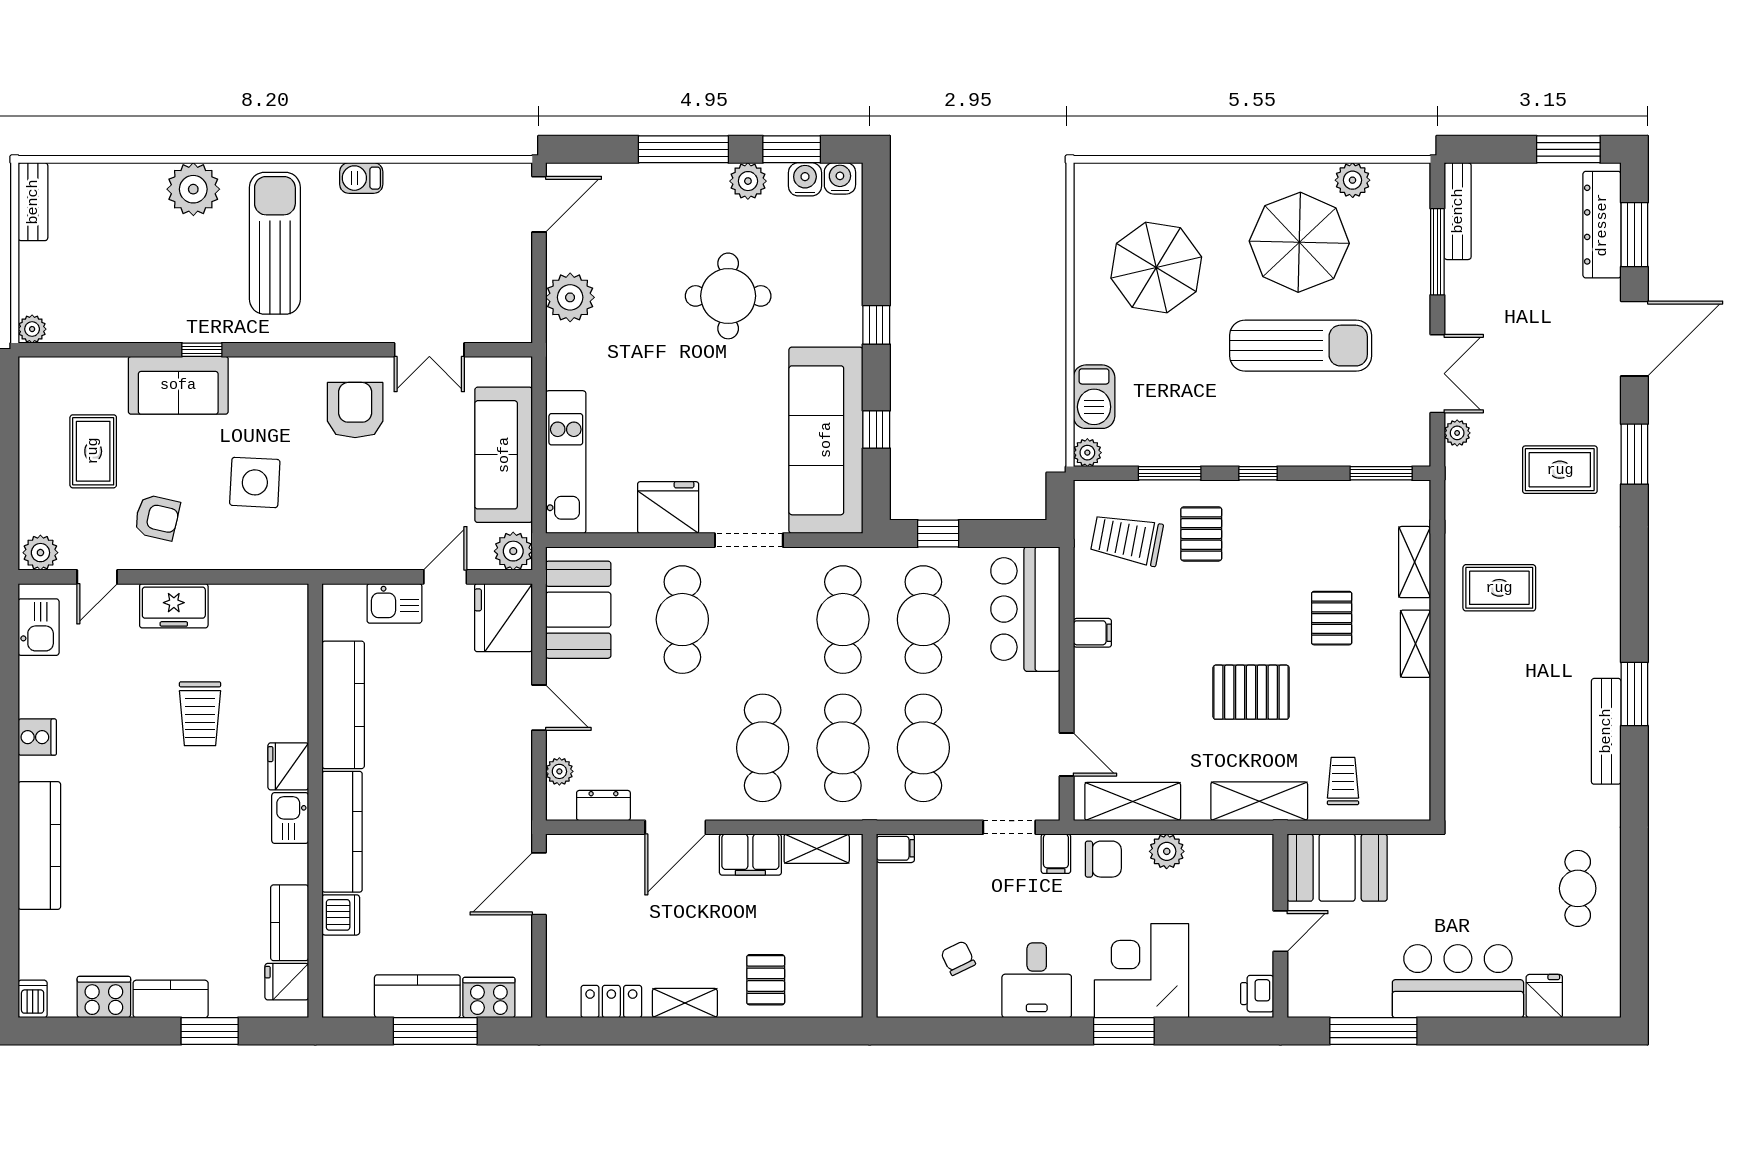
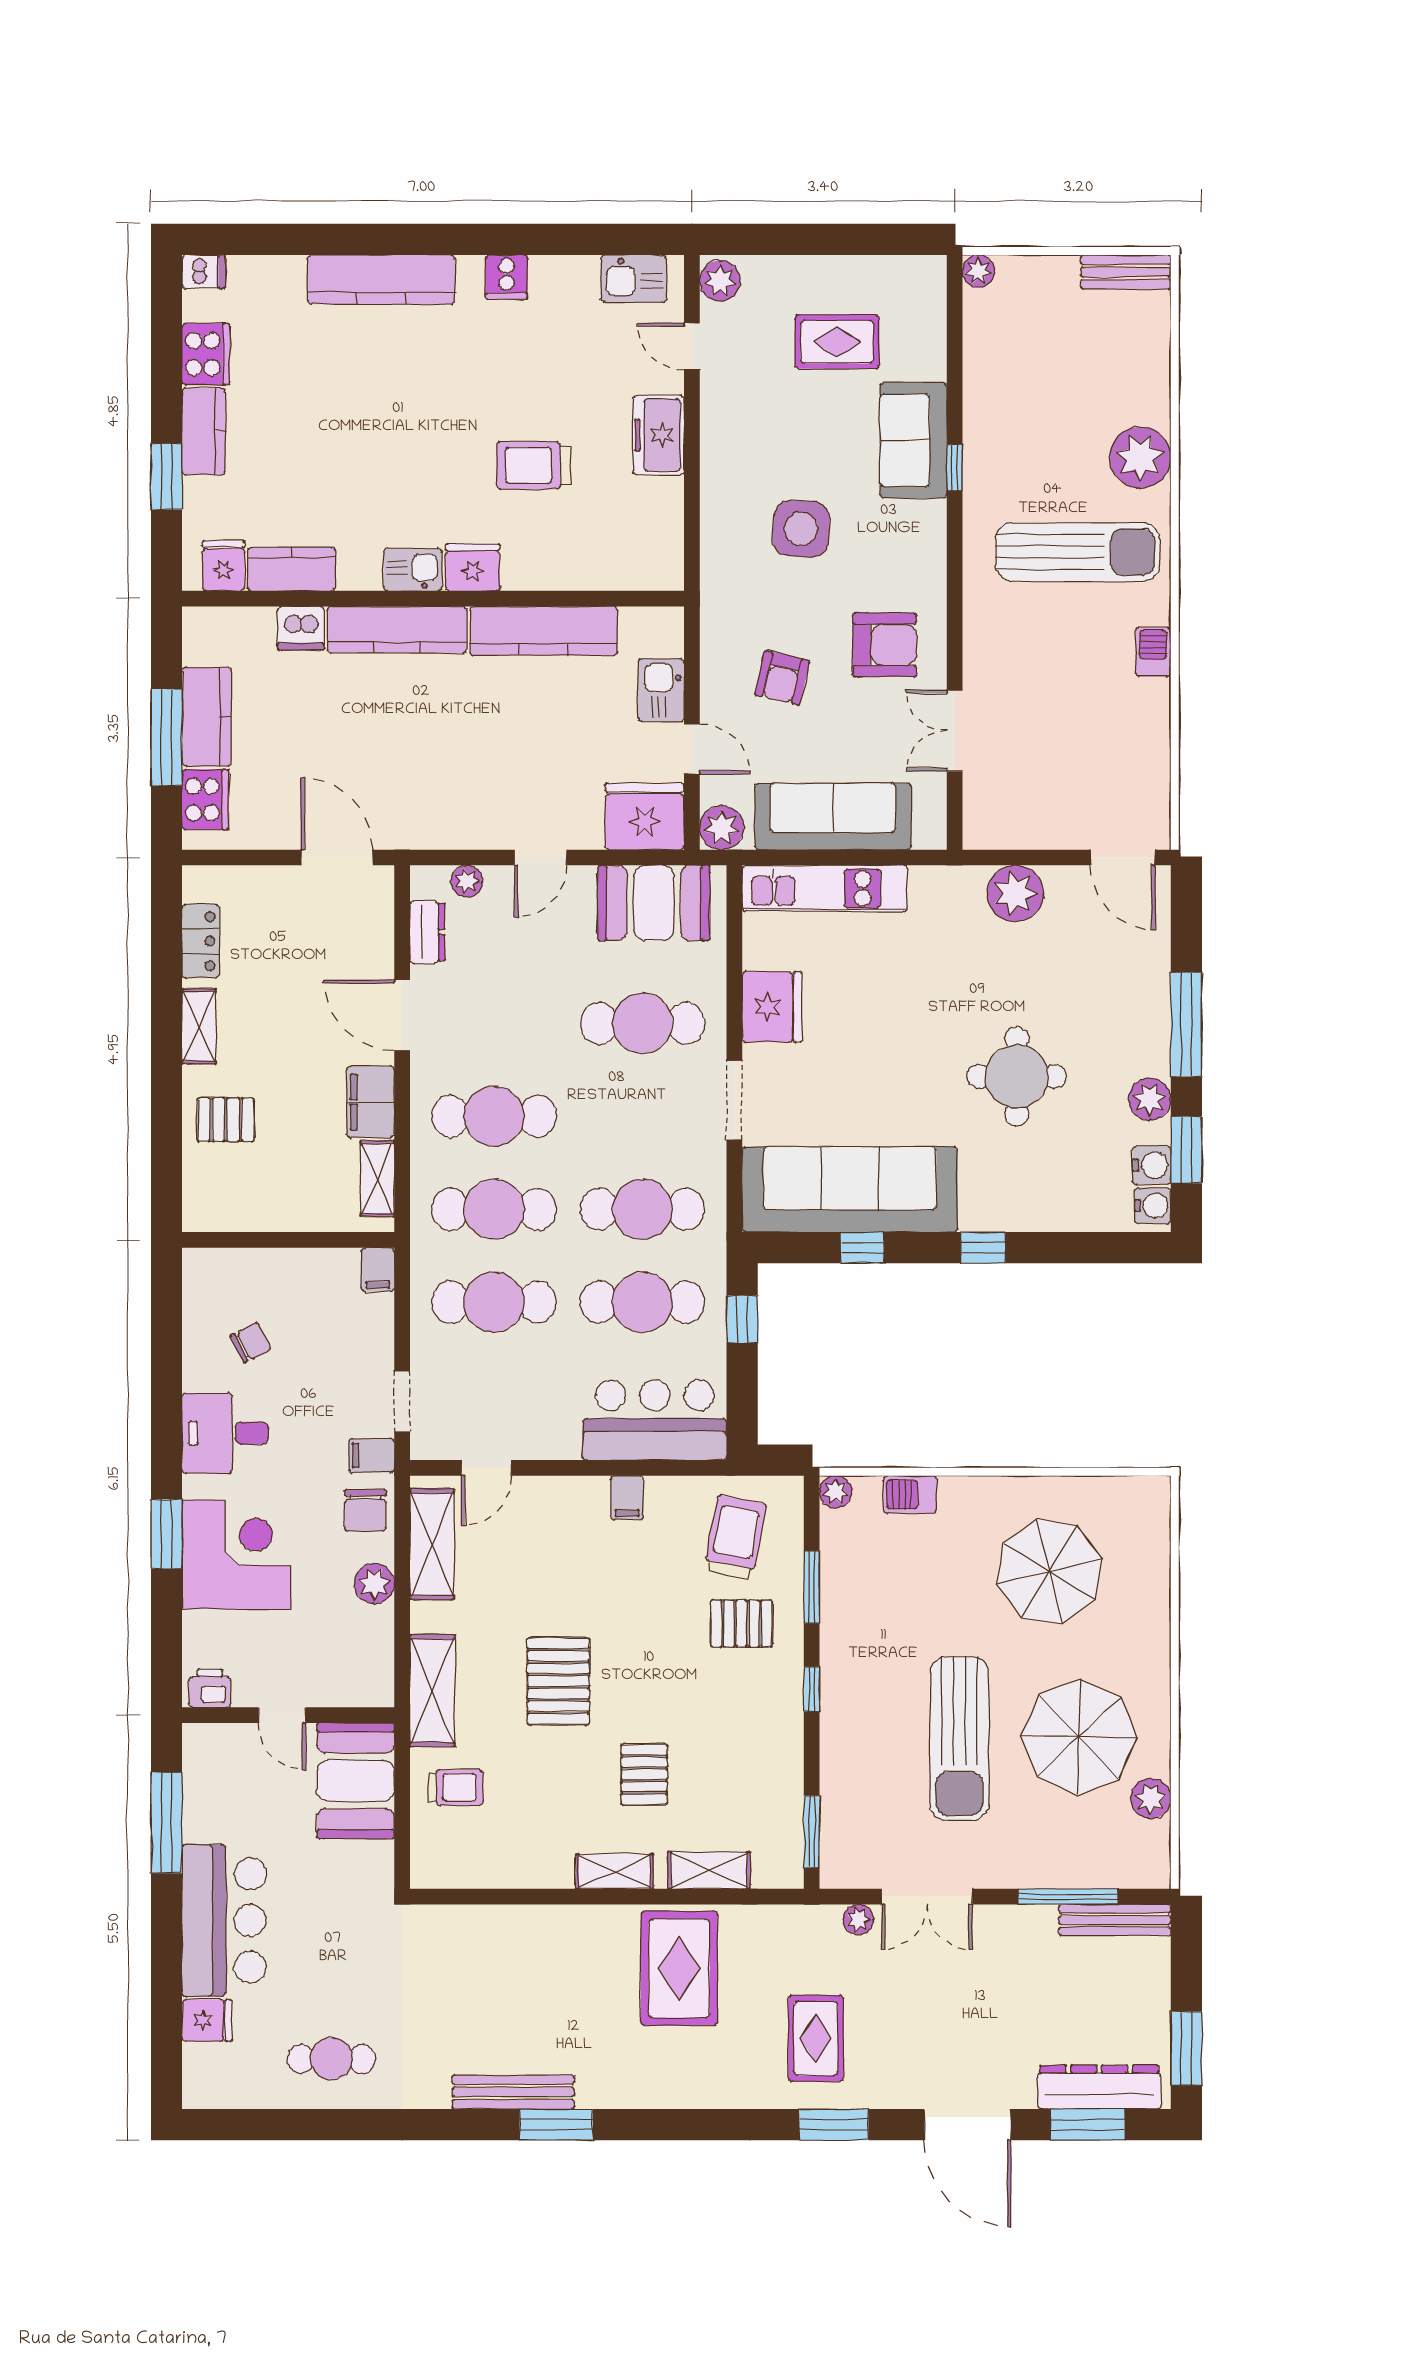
barbecue: (1094, 397) -> (910, 1495), width x0.73, depth x0.79
armchair: (157, 517) -> (782, 678), moved
rug: (1499, 588) -> (679, 1968), width x1.36, depth x1.43
pallet: (1332, 618) -> (644, 1774), turned 90

